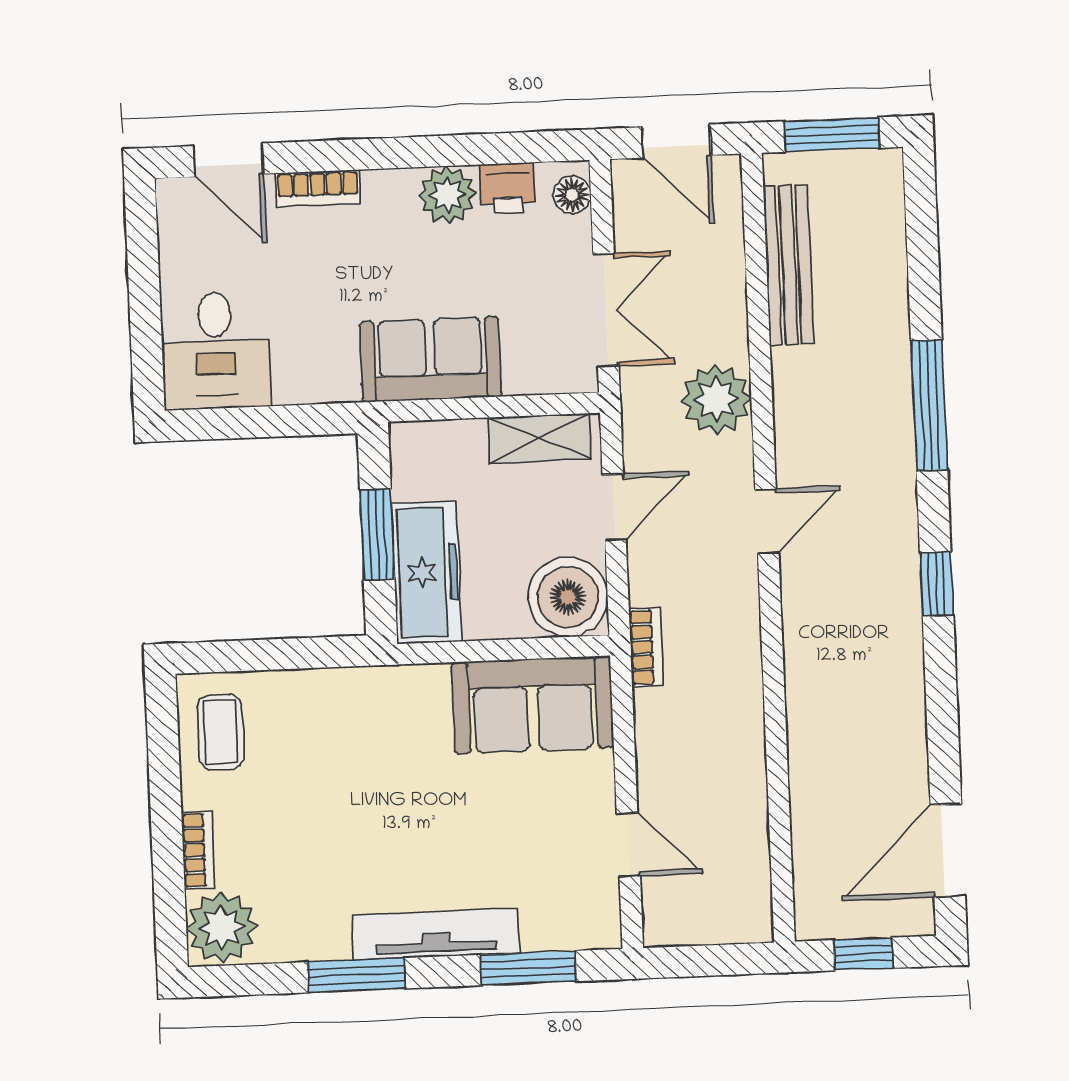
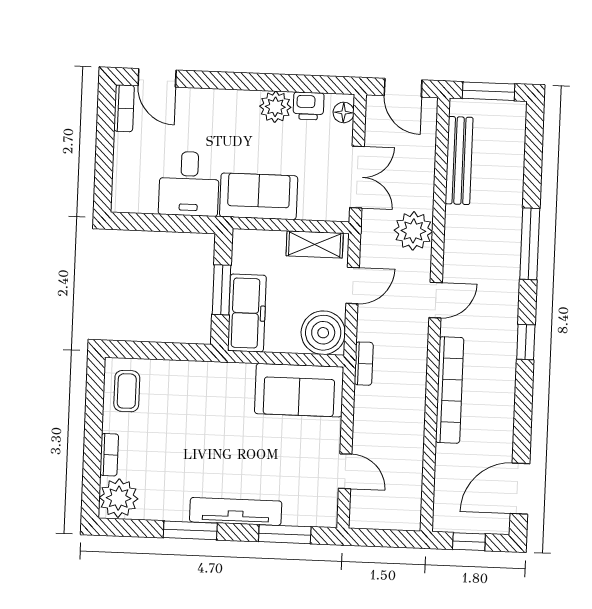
bookcase: (318, 188) -> (124, 108), moved, turned -90
desk: (216, 351) -> (189, 184), moved
bookcase: (806, 682) -> (450, 390), added

